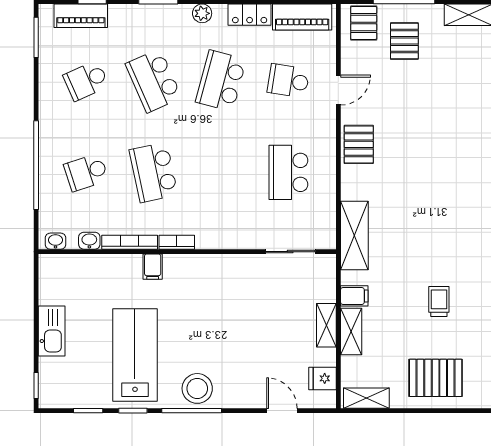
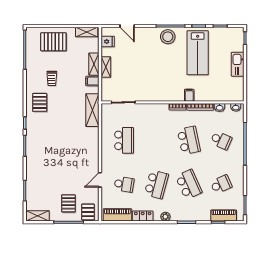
pallet: (359, 144) -> (40, 102), moved
school desk: (86, 172) -> (221, 140), turned 42

